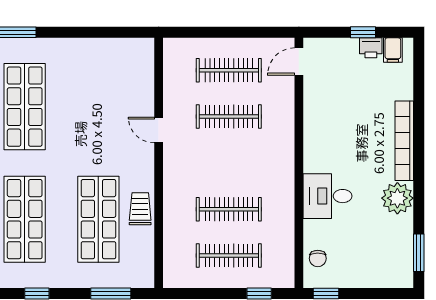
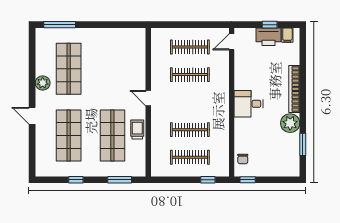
printer: (371, 48) -> (269, 37), width x1.87, depth x1.48
door: (159, 130) -> (148, 98), moved
desk: (328, 196) -> (249, 104), moved
window: (419, 253) -> (303, 144), moved

